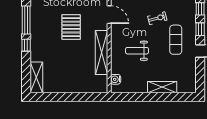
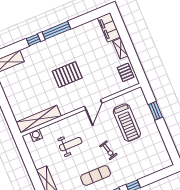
weight bench: (137, 51) -> (71, 144), turned 90
shelving: (101, 53) -> (39, 119), moved

